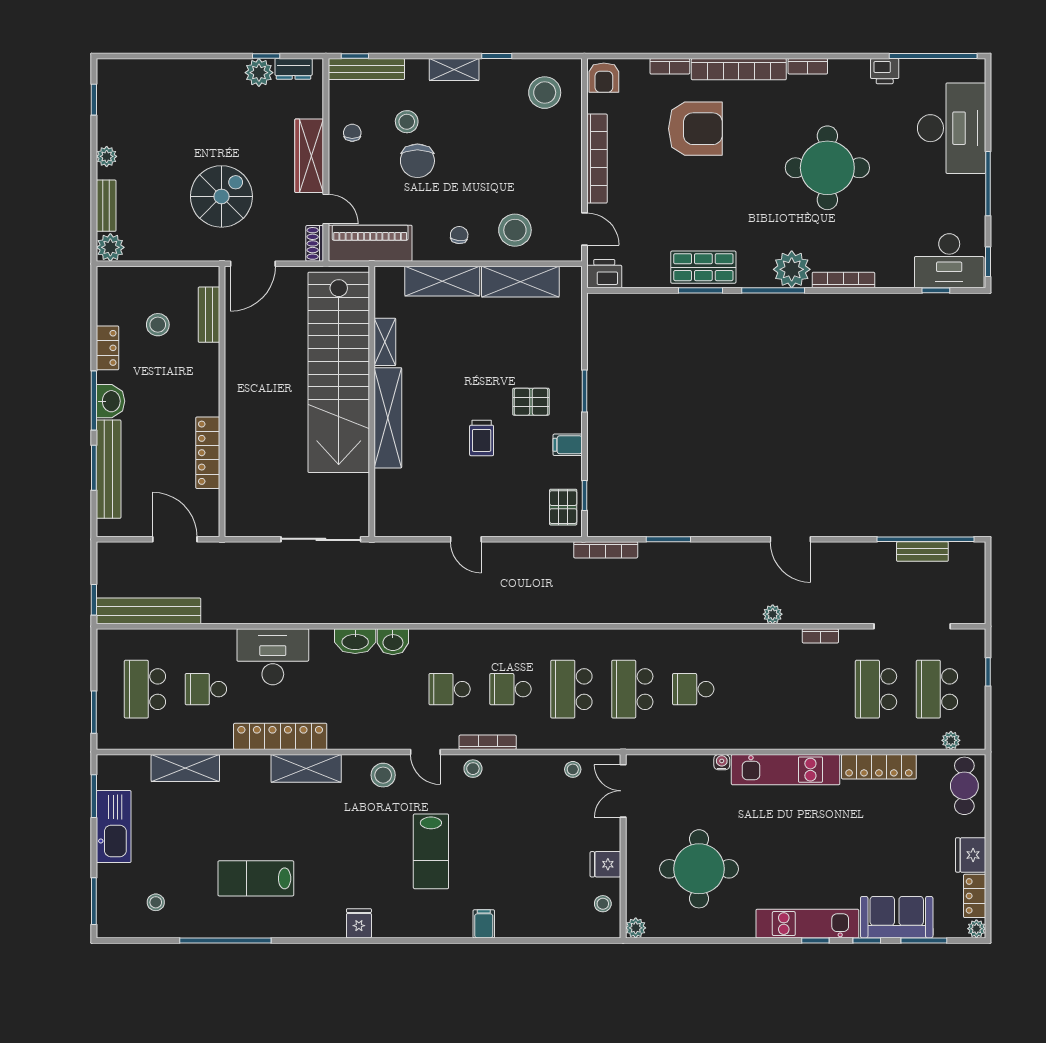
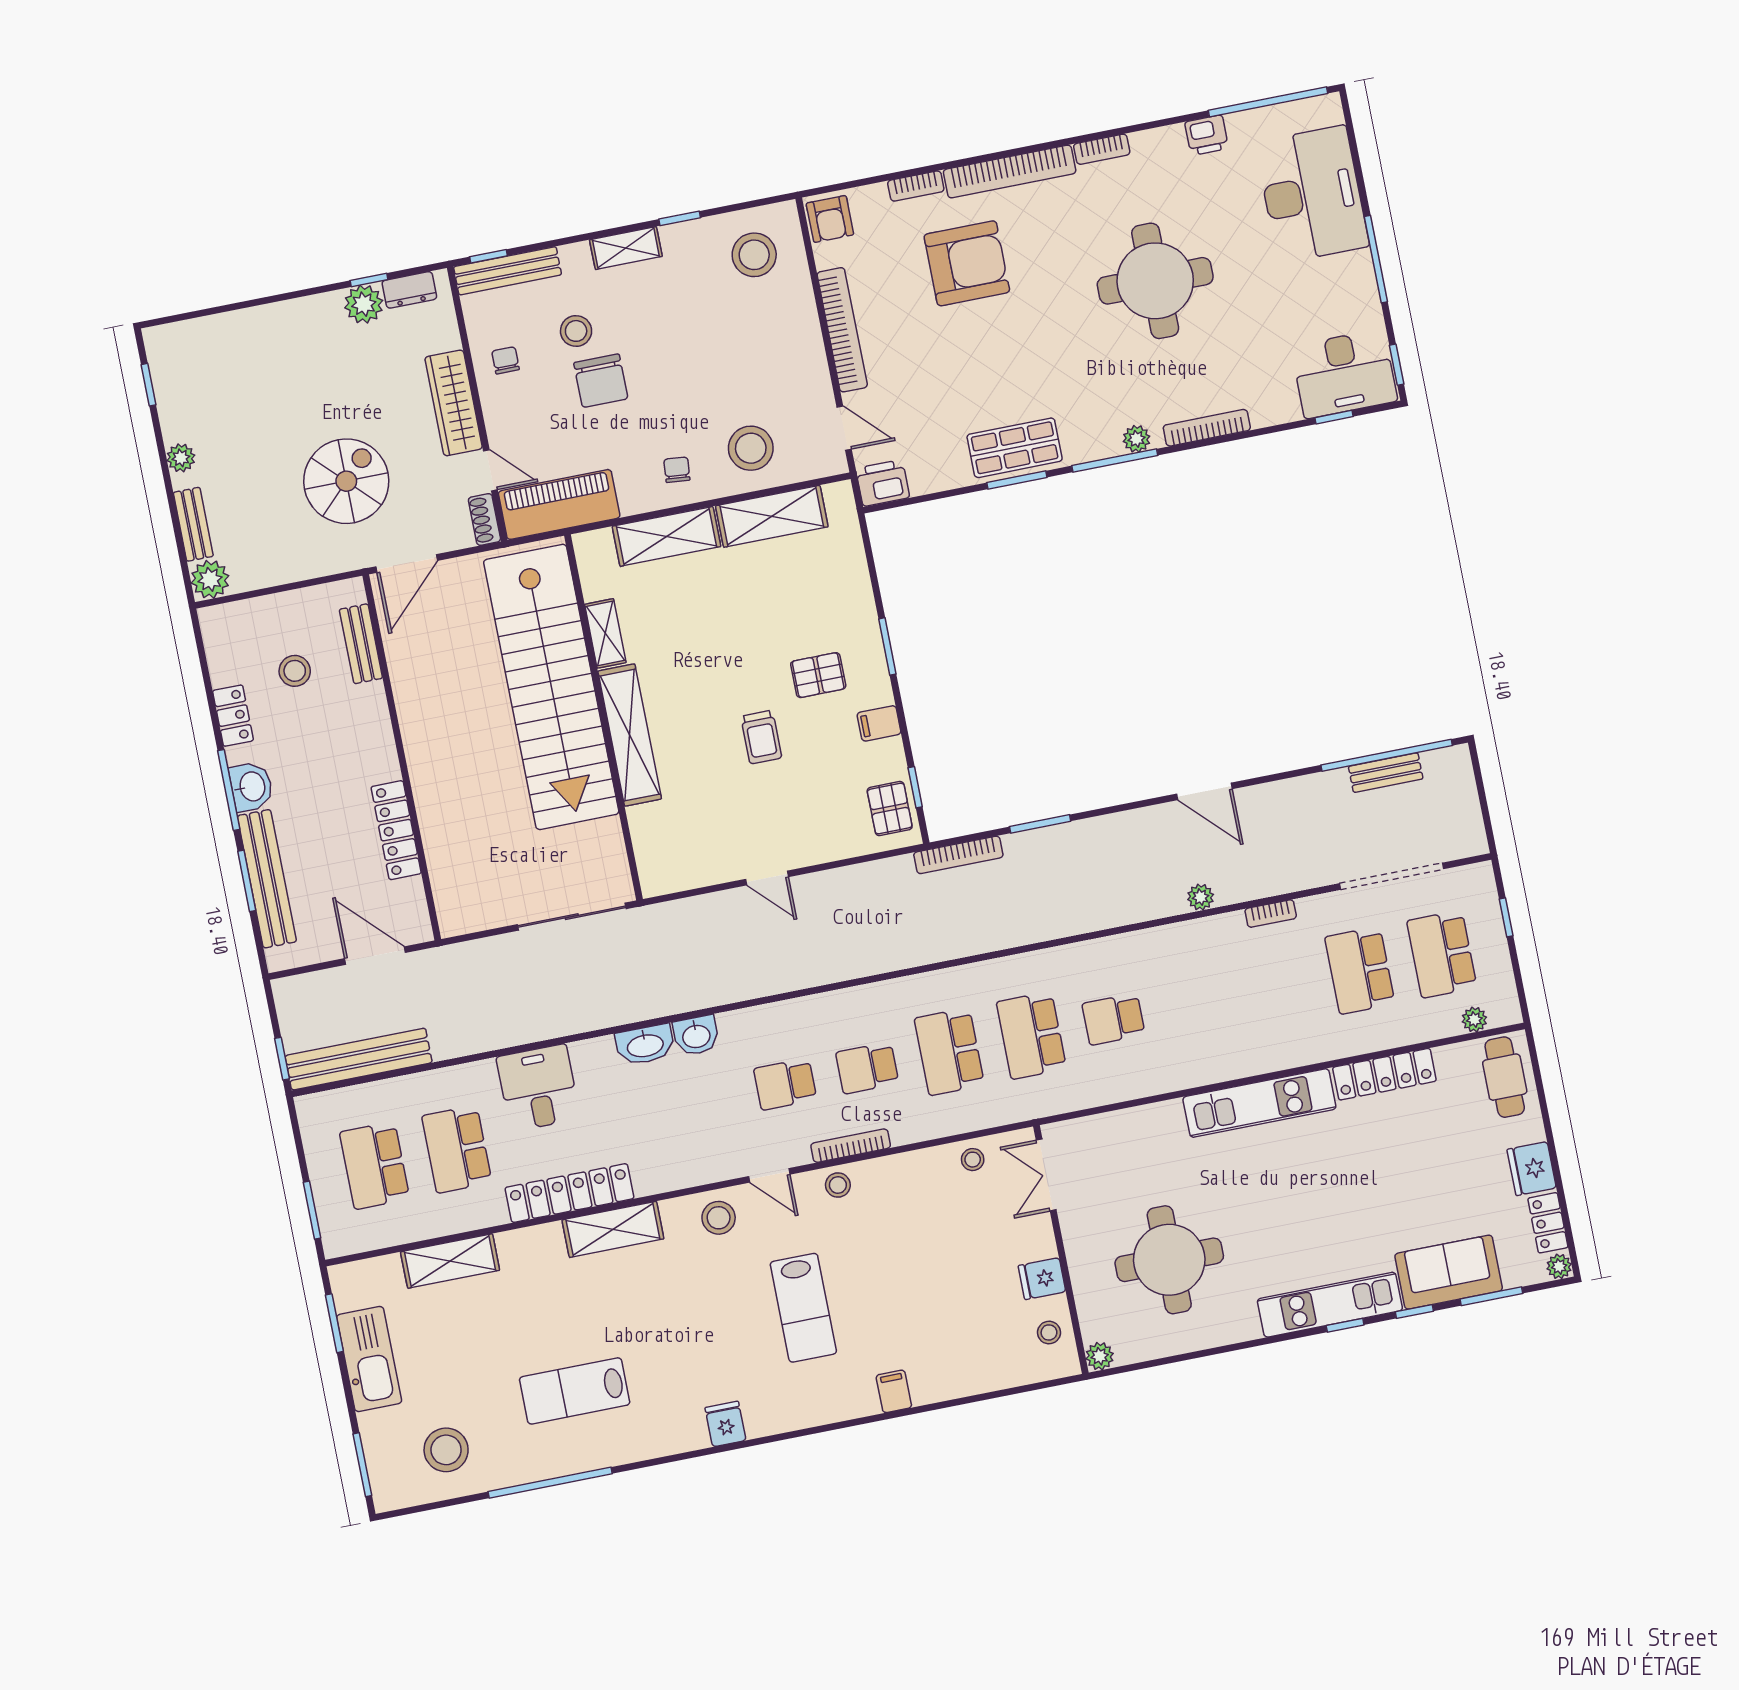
plant: (792, 269) -> (1137, 439), width x0.53, depth x0.53
desk: (273, 657) -> (538, 1088), width x0.73
school desk: (206, 689) -> (457, 1149), width x1.85
water cooler: (722, 762) -> (1171, 1110), removed
stool: (156, 902) -> (446, 1450), width x1.89, depth x1.89

